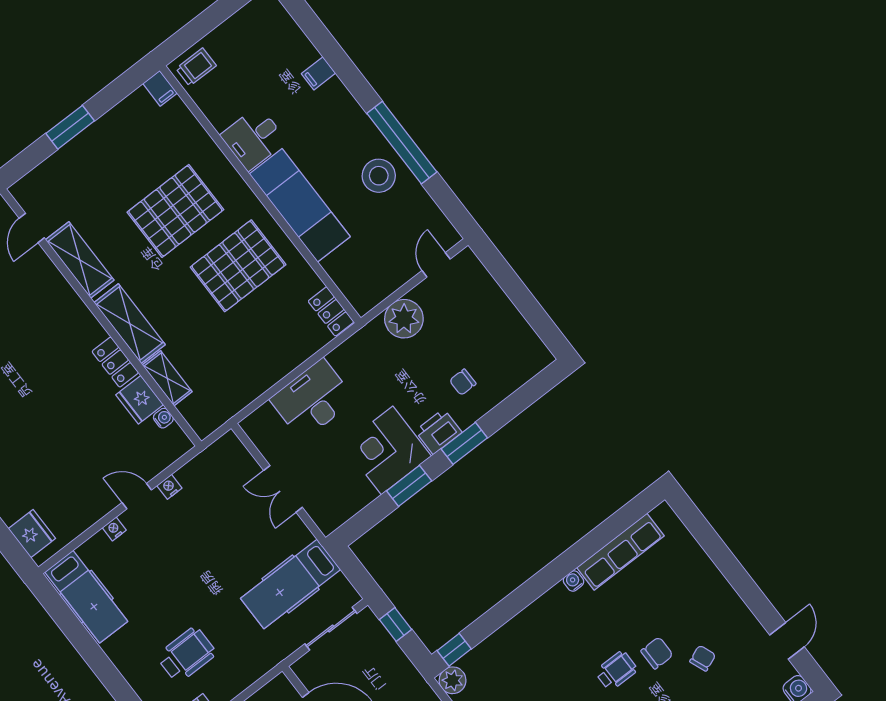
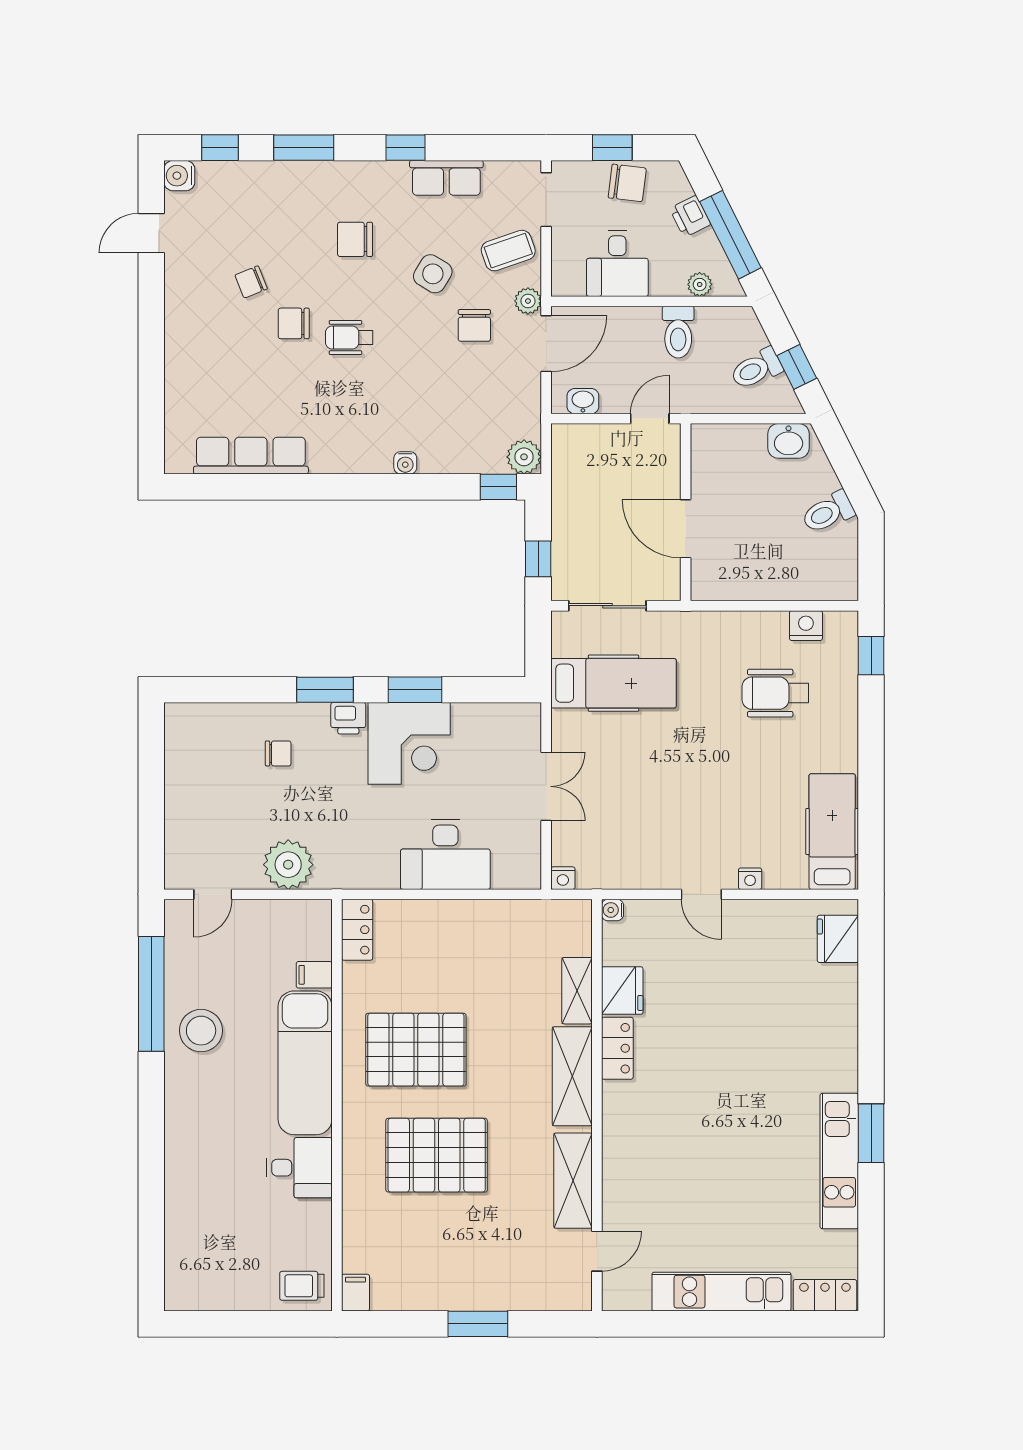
filing cabinet: (318, 73) -> (314, 975), moved, turned 180
window: (402, 143) -> (151, 994), moved
water cooler: (163, 418) -> (612, 910), moved
printer: (438, 432) -> (348, 718), width x0.73, depth x0.81
nightstand: (169, 487) -> (563, 878), moved
water cooler: (573, 581) -> (405, 463), moved

